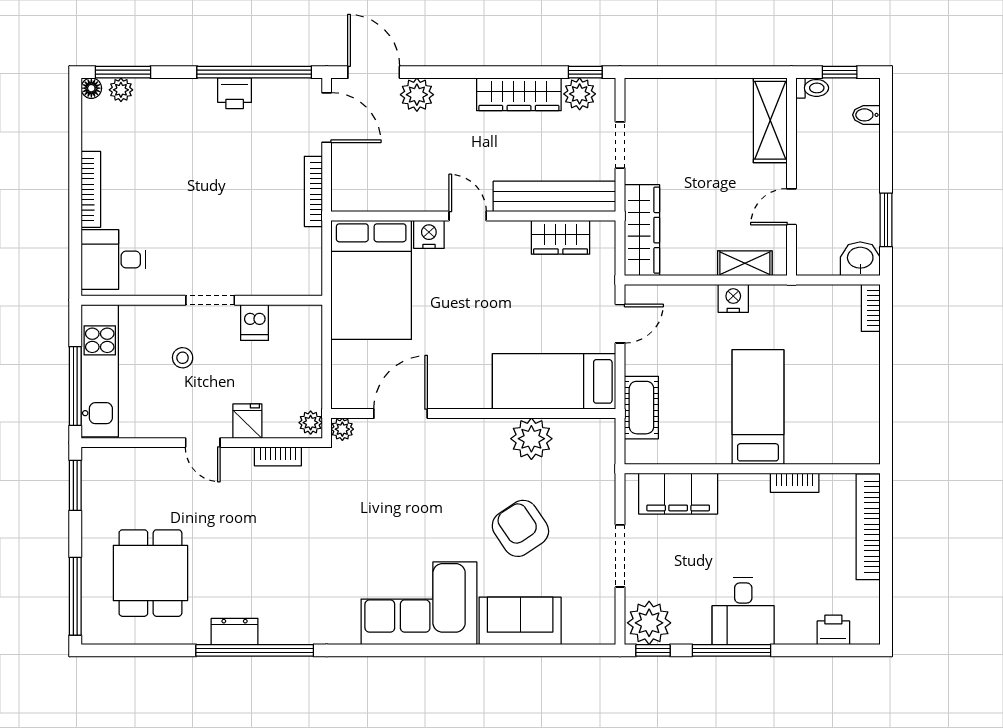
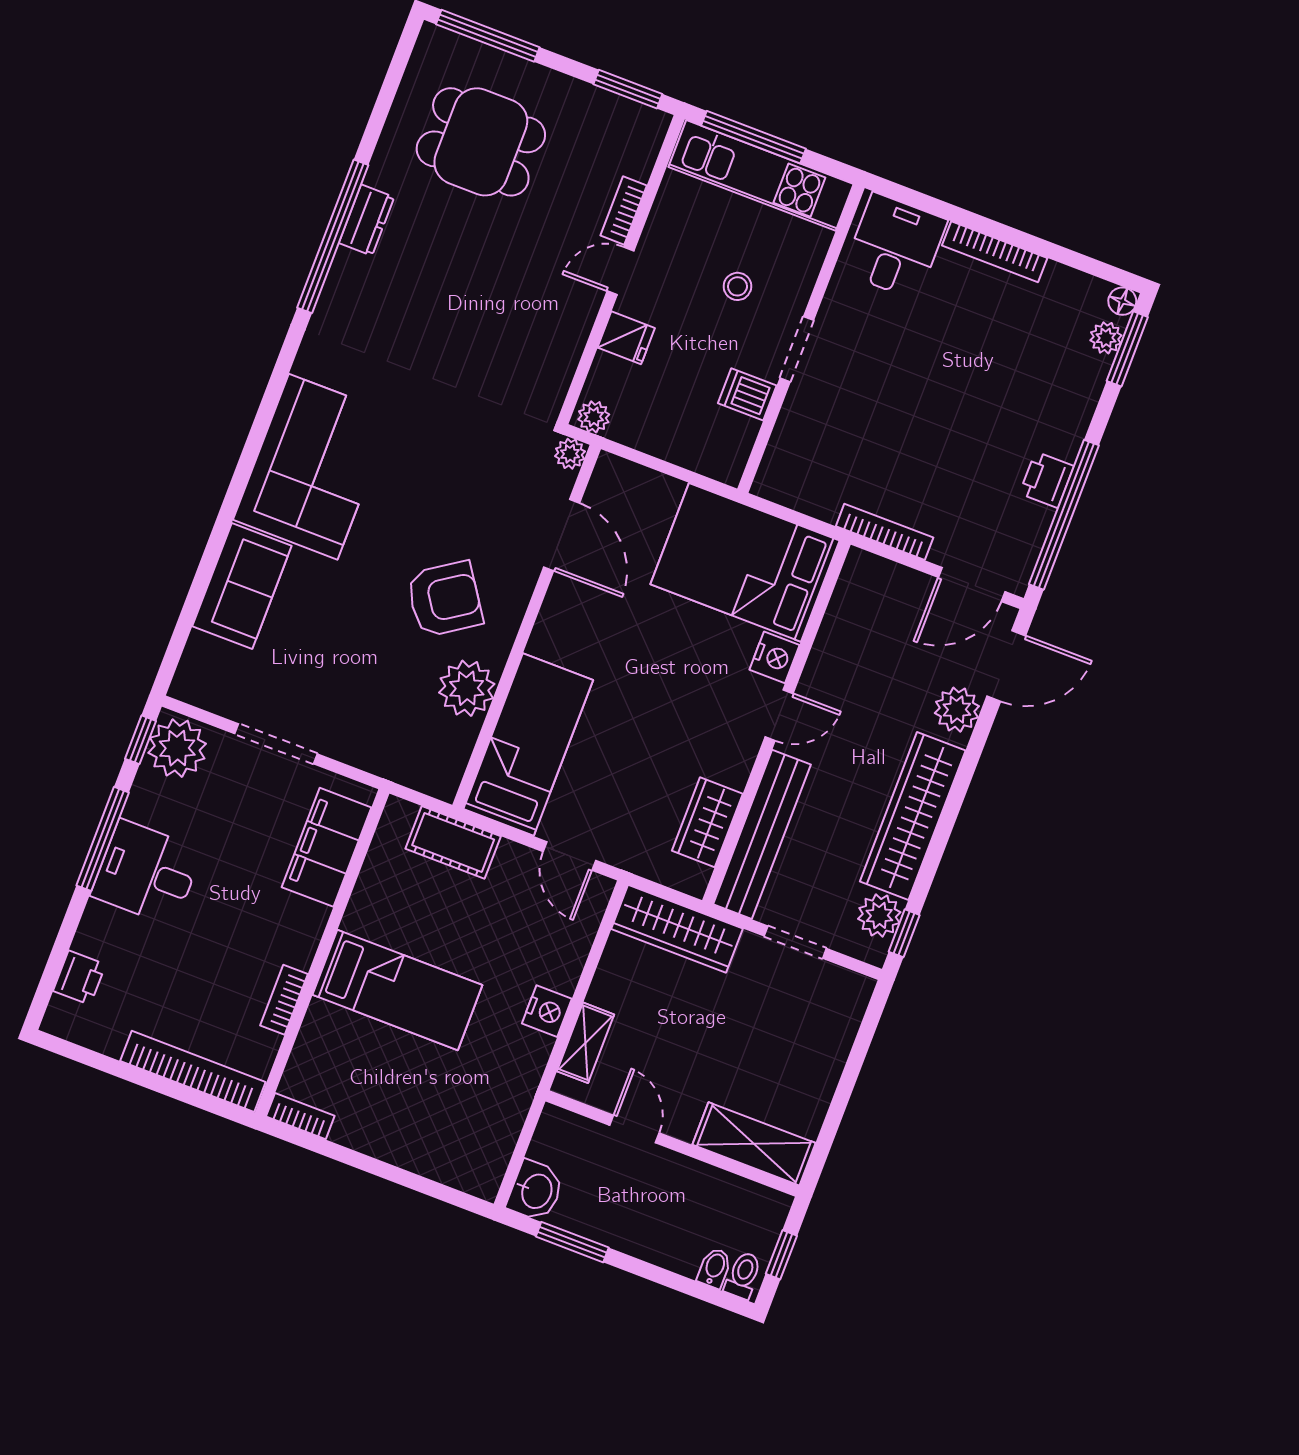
toilet: (812, 88) -> (743, 1275), moved, turned 180
wardrobe: (519, 94) -> (913, 816), width x1.40, depth x1.17
bookcase: (871, 308) -> (300, 1116), moved
bookcase: (278, 456) -> (624, 211), moved
armchair: (520, 528) -> (445, 599), moved

